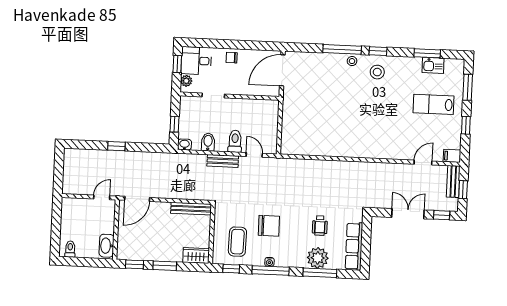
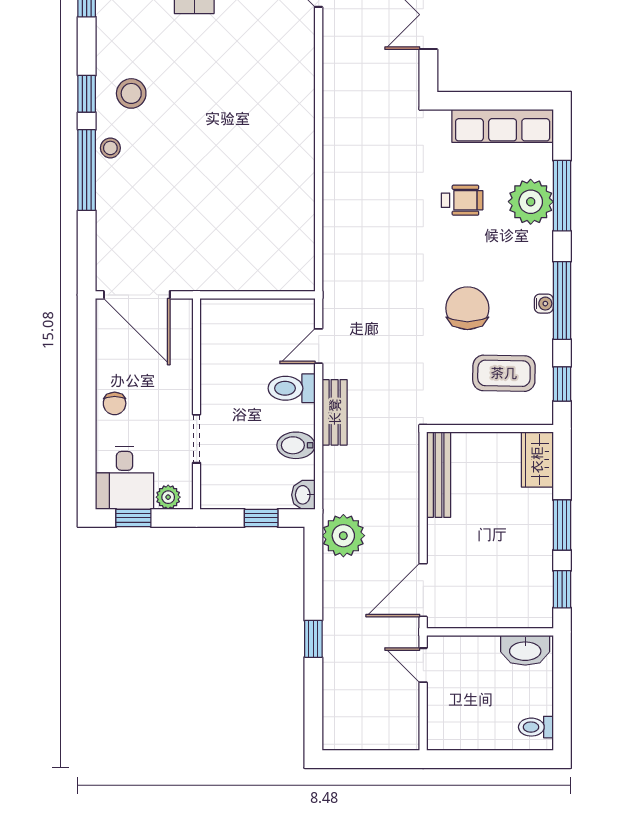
plant: (164, 162) -> (343, 536), added
door: (137, 199) -> (423, 590), swing flipped

